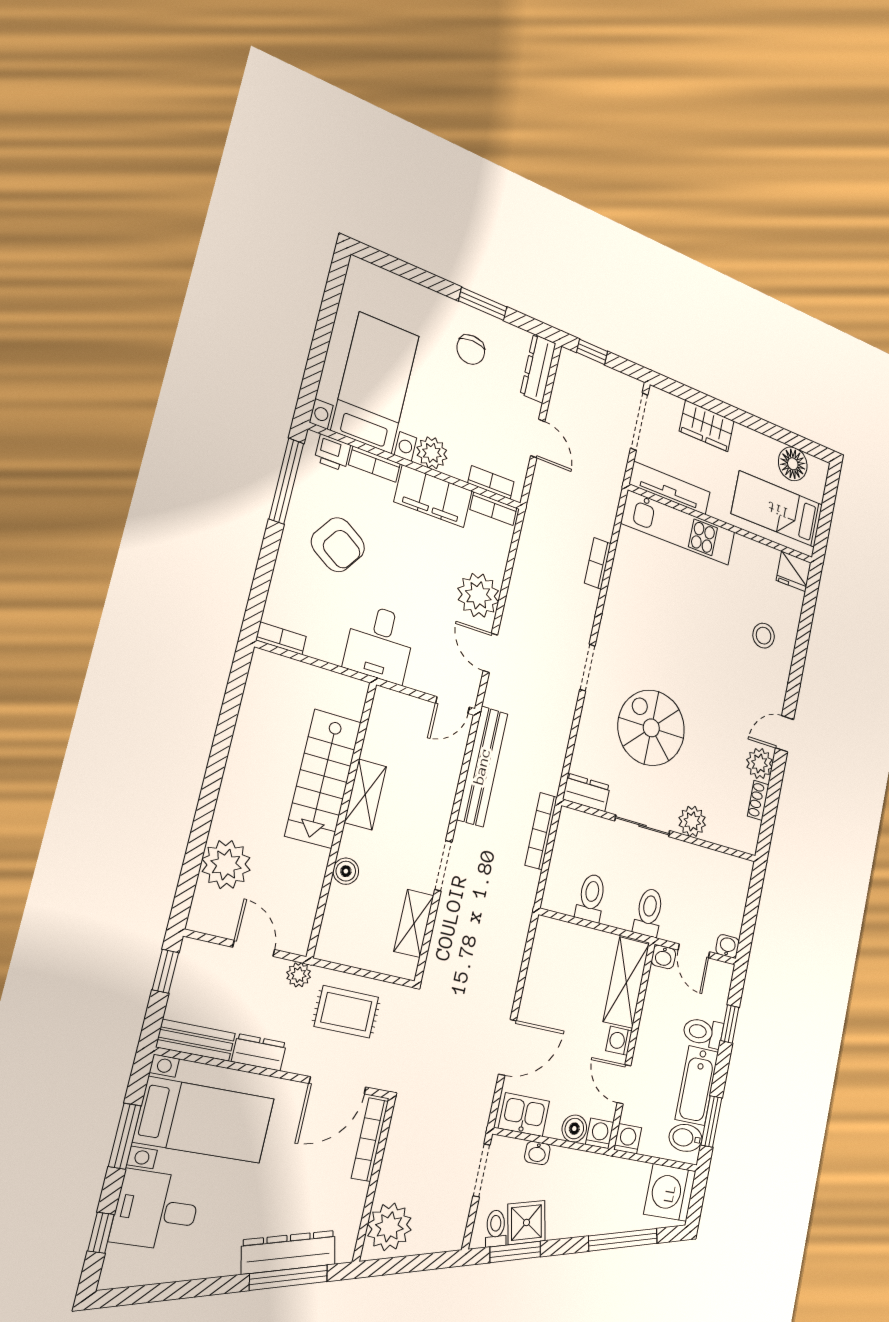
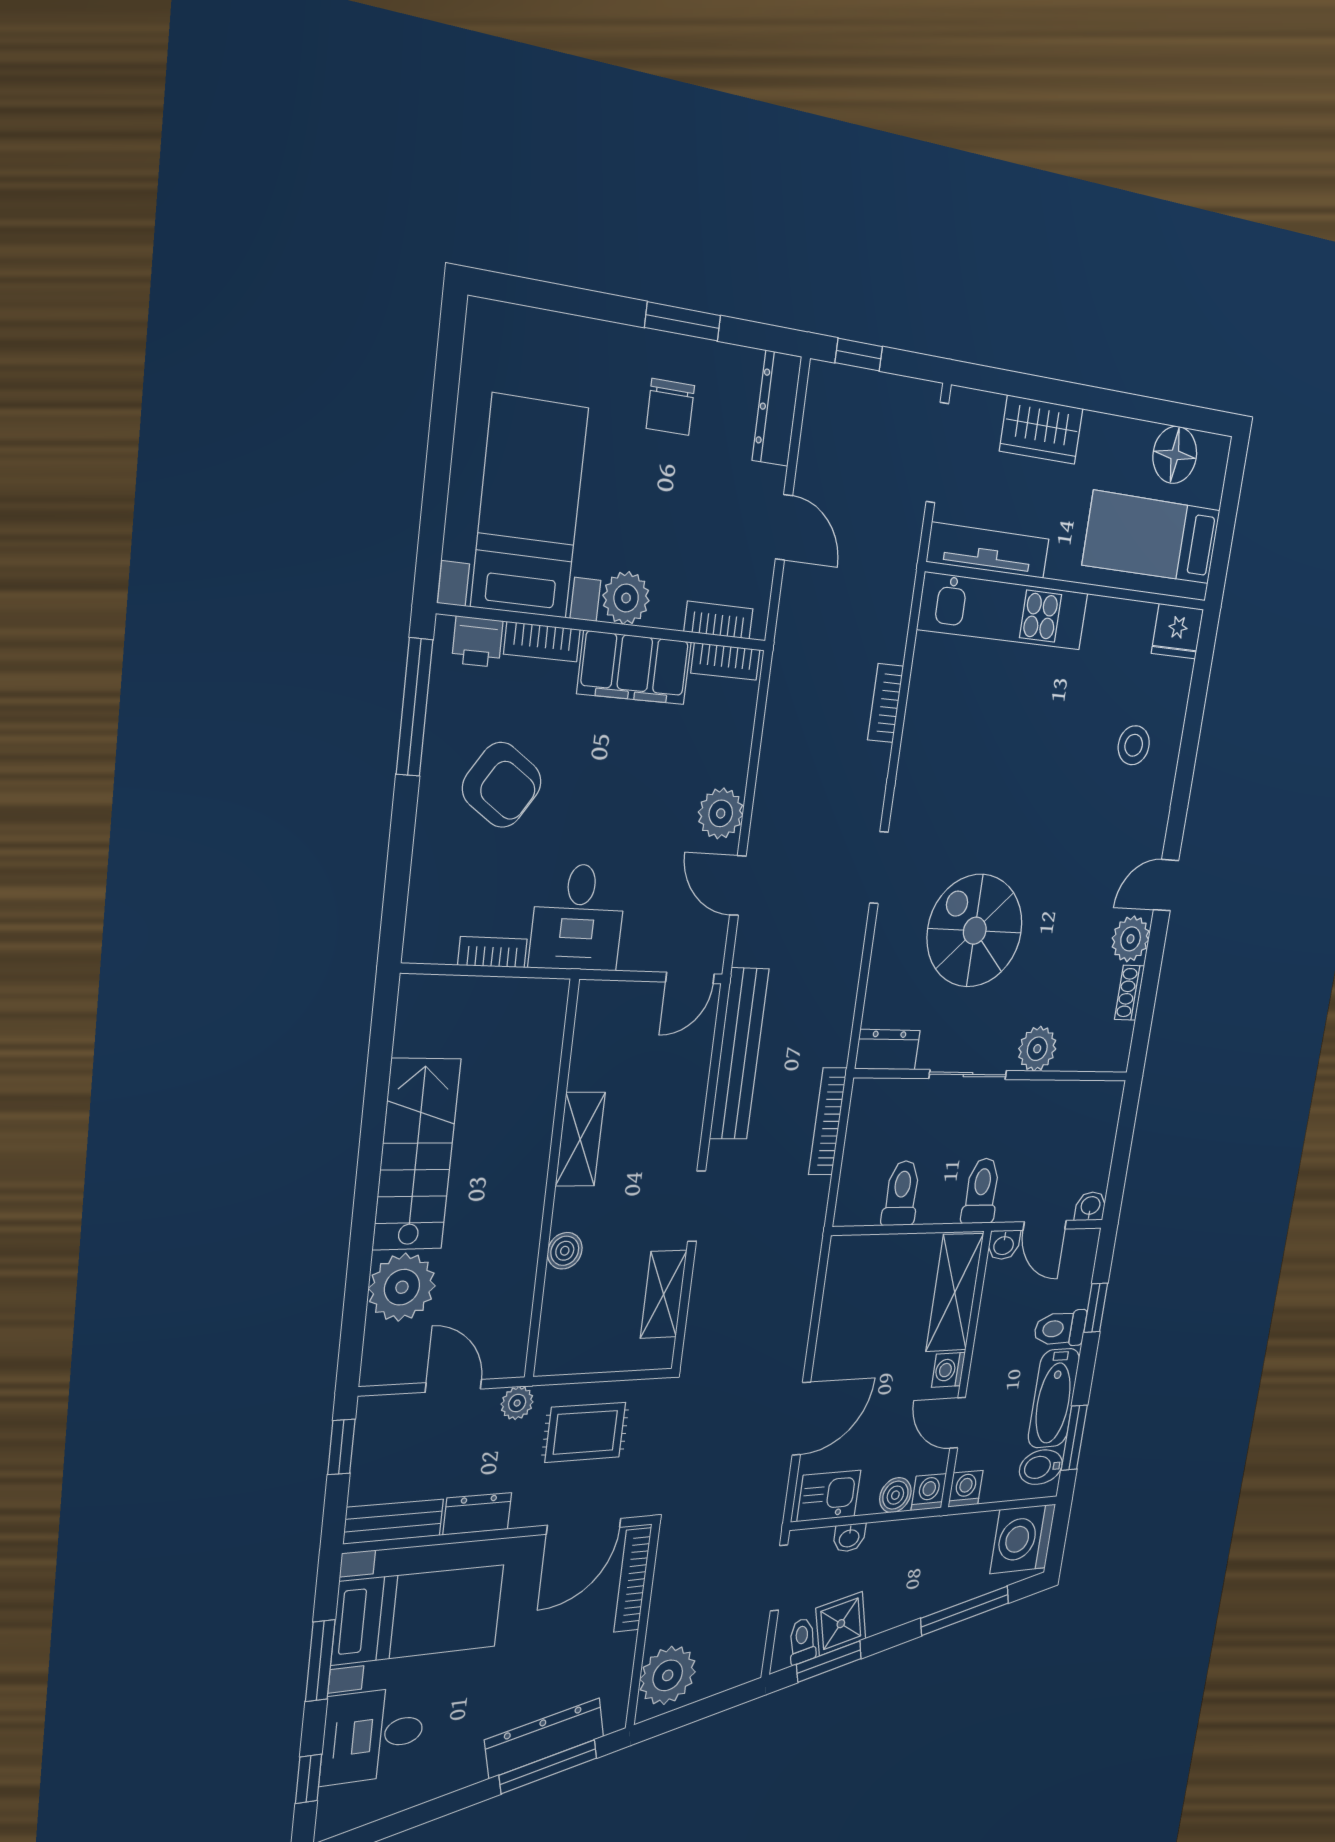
plant: (478, 595) -> (721, 813), width x0.73, depth x0.73
bookcase: (281, 638) -> (492, 952), moved
stairs: (323, 779) -> (416, 1155), moved, turned 180

